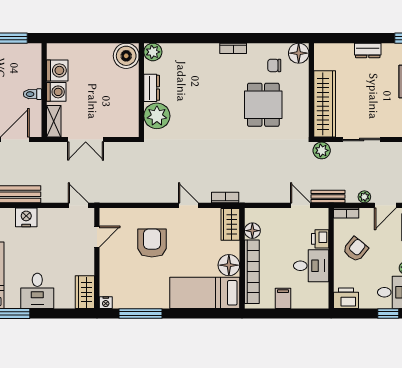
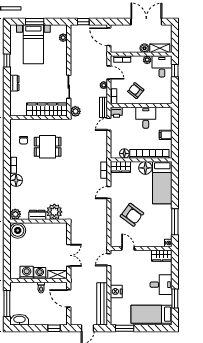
floor lamp: (299, 53) -> (16, 180), moved
printer: (320, 239) -> (116, 112), moved
armchair: (152, 243) -> (132, 215), turned -143
printer: (346, 298) -> (166, 96), removed

